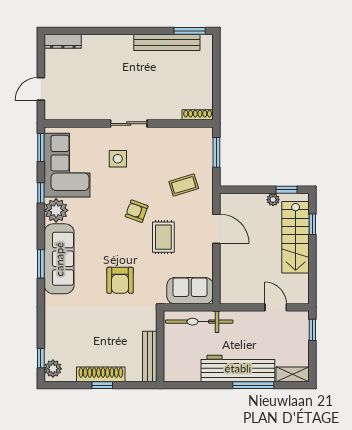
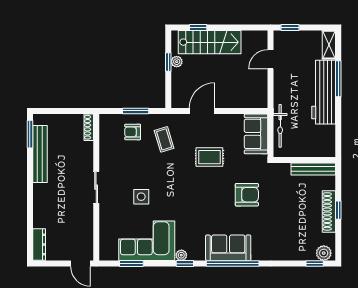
shoe rack: (198, 115) -> (89, 127), moved
sliding door: (129, 124) -> (96, 187), moved
wall: (129, 124) -> (96, 187), moved
window: (286, 190) -> (168, 62), moved
window: (41, 193) -> (185, 264), moved
plant: (56, 210) -> (181, 255), width x0.53, depth x0.53
armchair: (137, 211) -> (133, 132), moved, turned 70
sofa: (59, 259) -> (228, 248), width x0.73
window: (41, 264) -> (233, 264), width x2.11
bicycle: (199, 322) -> (280, 126), width x0.73, depth x0.71

